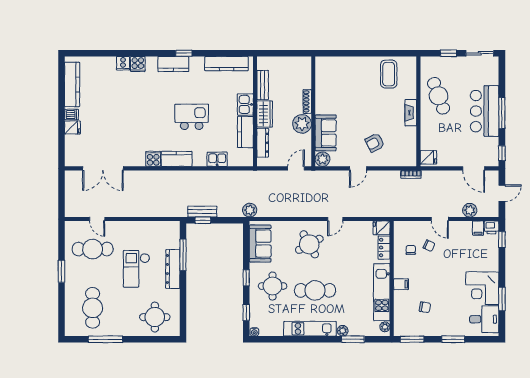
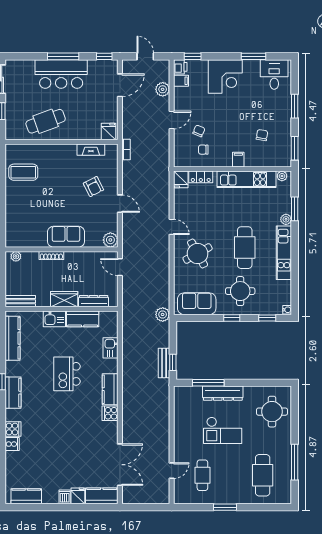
kitchen counter: (72, 84) -> (26, 496), width x0.67
bench: (263, 85) -> (20, 301), moved
fireplace: (411, 113) -> (91, 150), moved
plant: (302, 124) -> (16, 256), moved, width x0.53, depth x0.53
sofa: (326, 133) -> (66, 237), moved
kitchen counter: (72, 151) -> (102, 496), added
cafe table: (93, 249) -> (202, 475), width x0.73, depth x0.74
corner desk: (482, 288) -> (225, 76), moved
cafe table: (93, 308) -> (263, 475), turned 90

